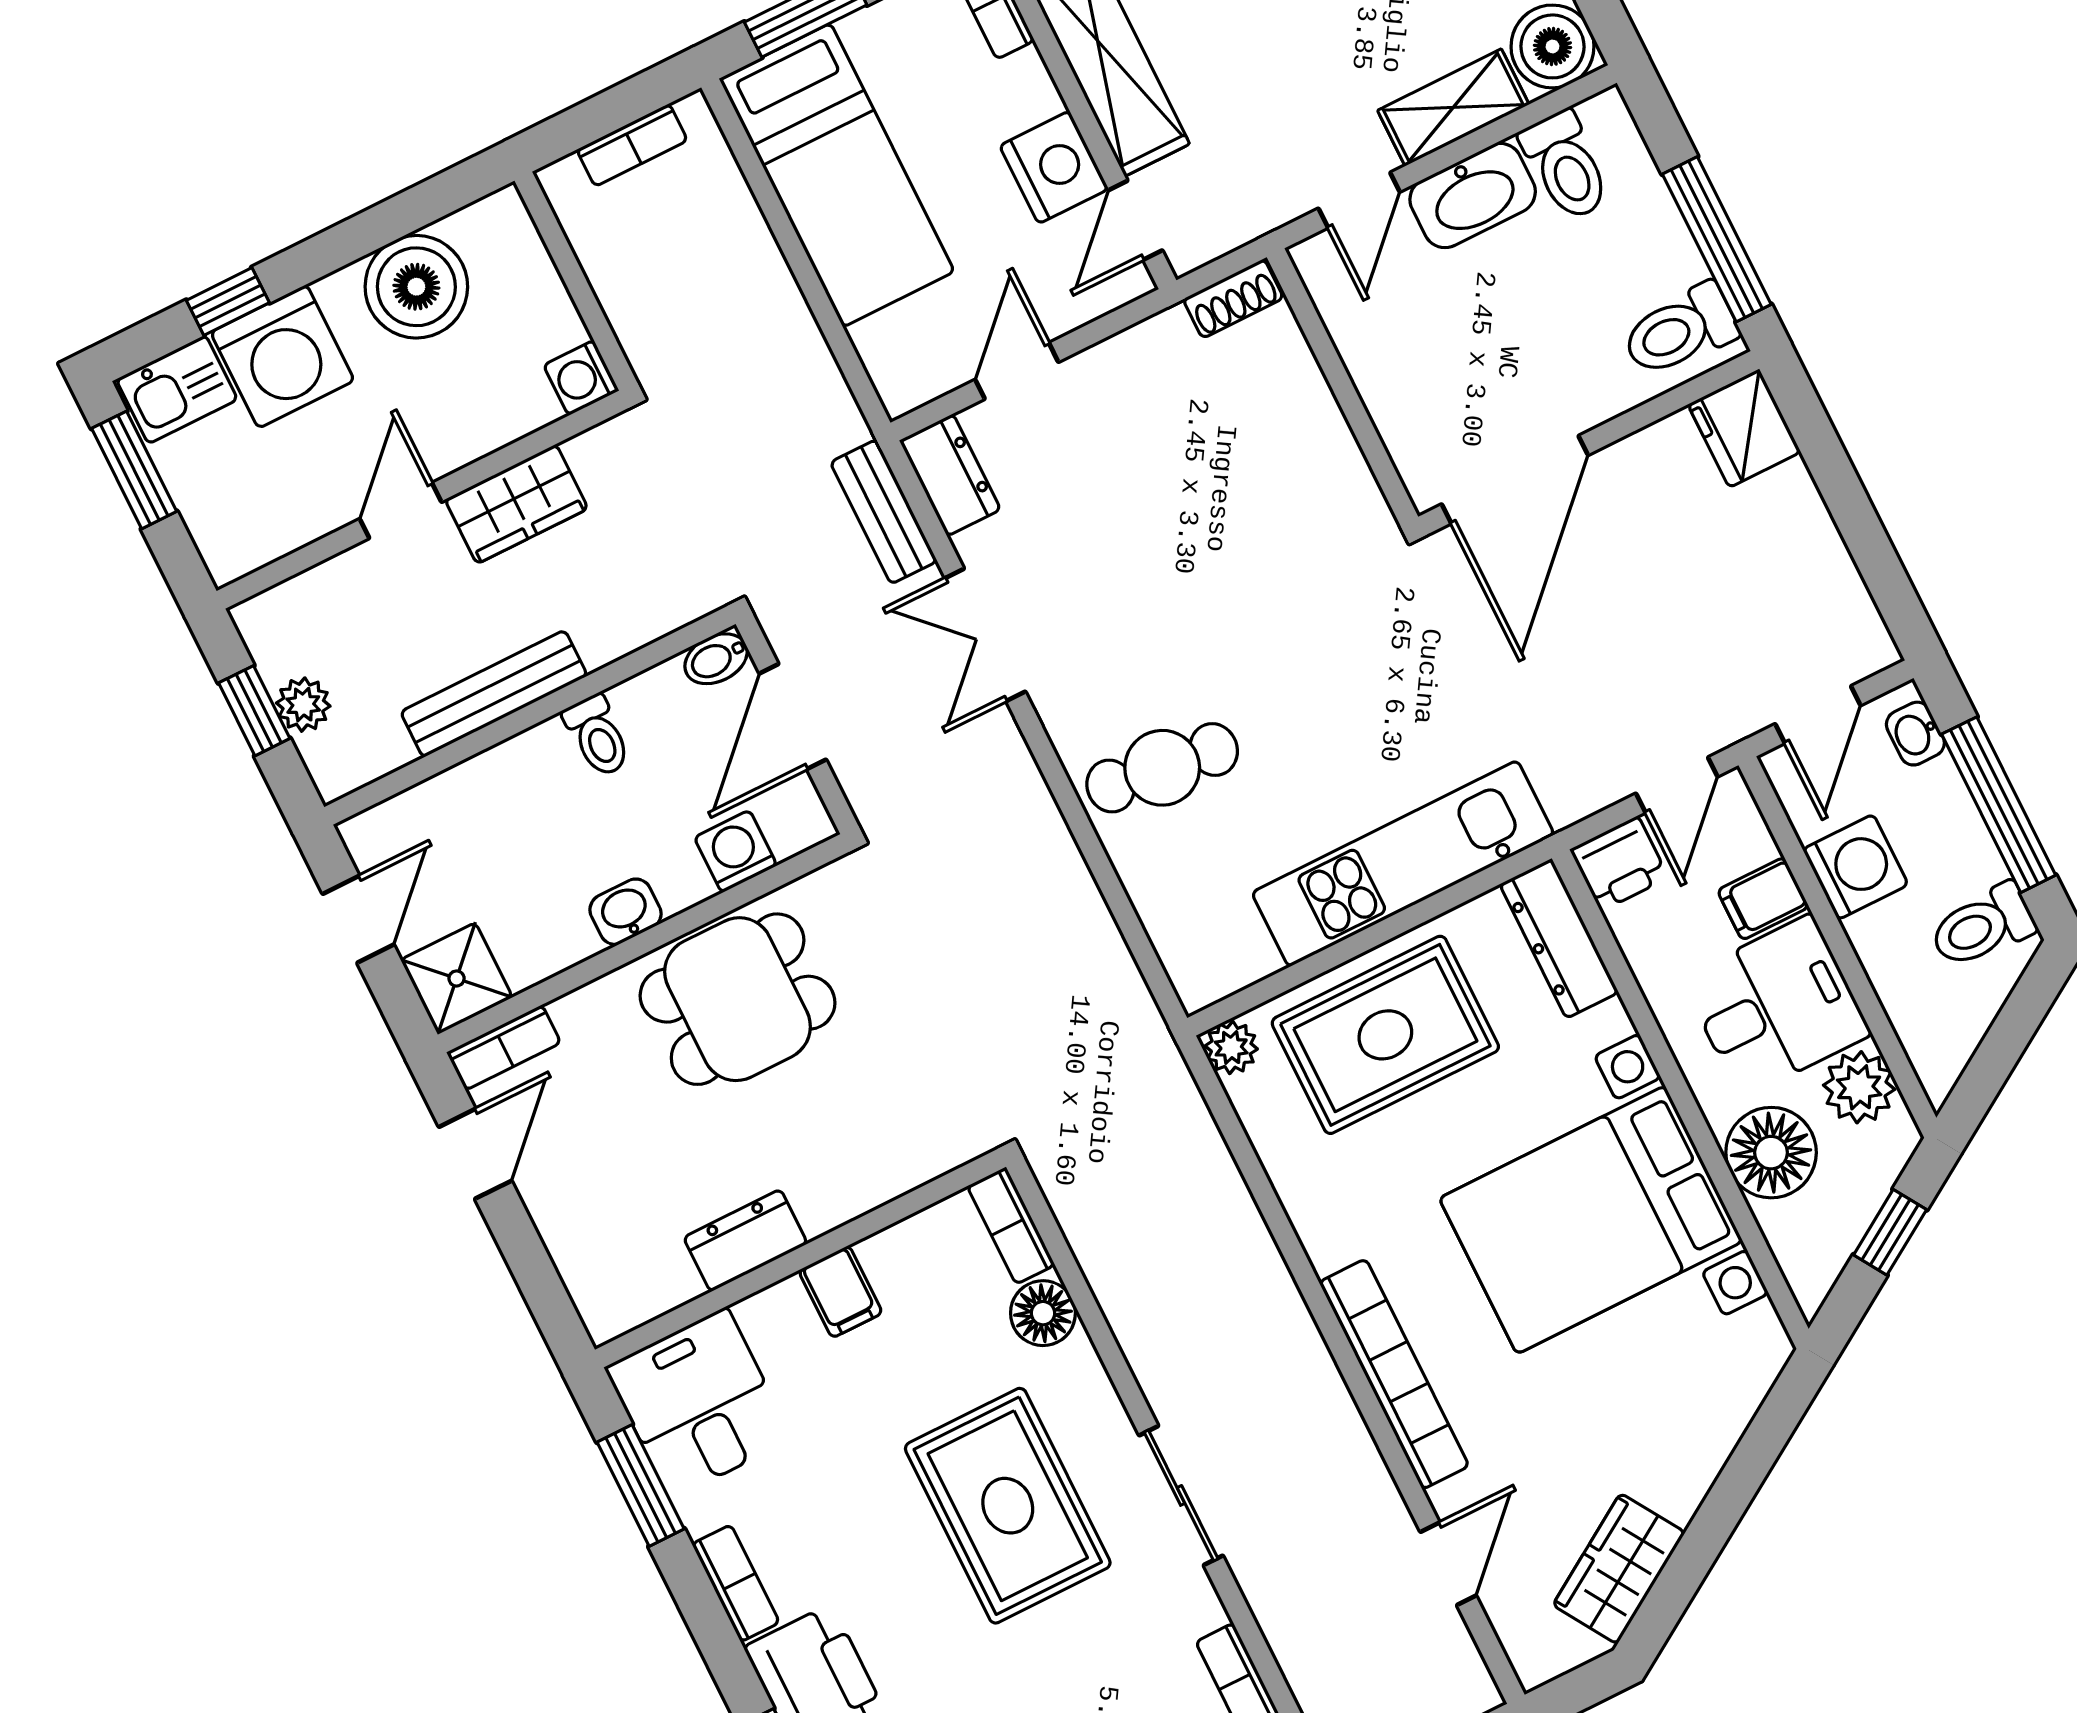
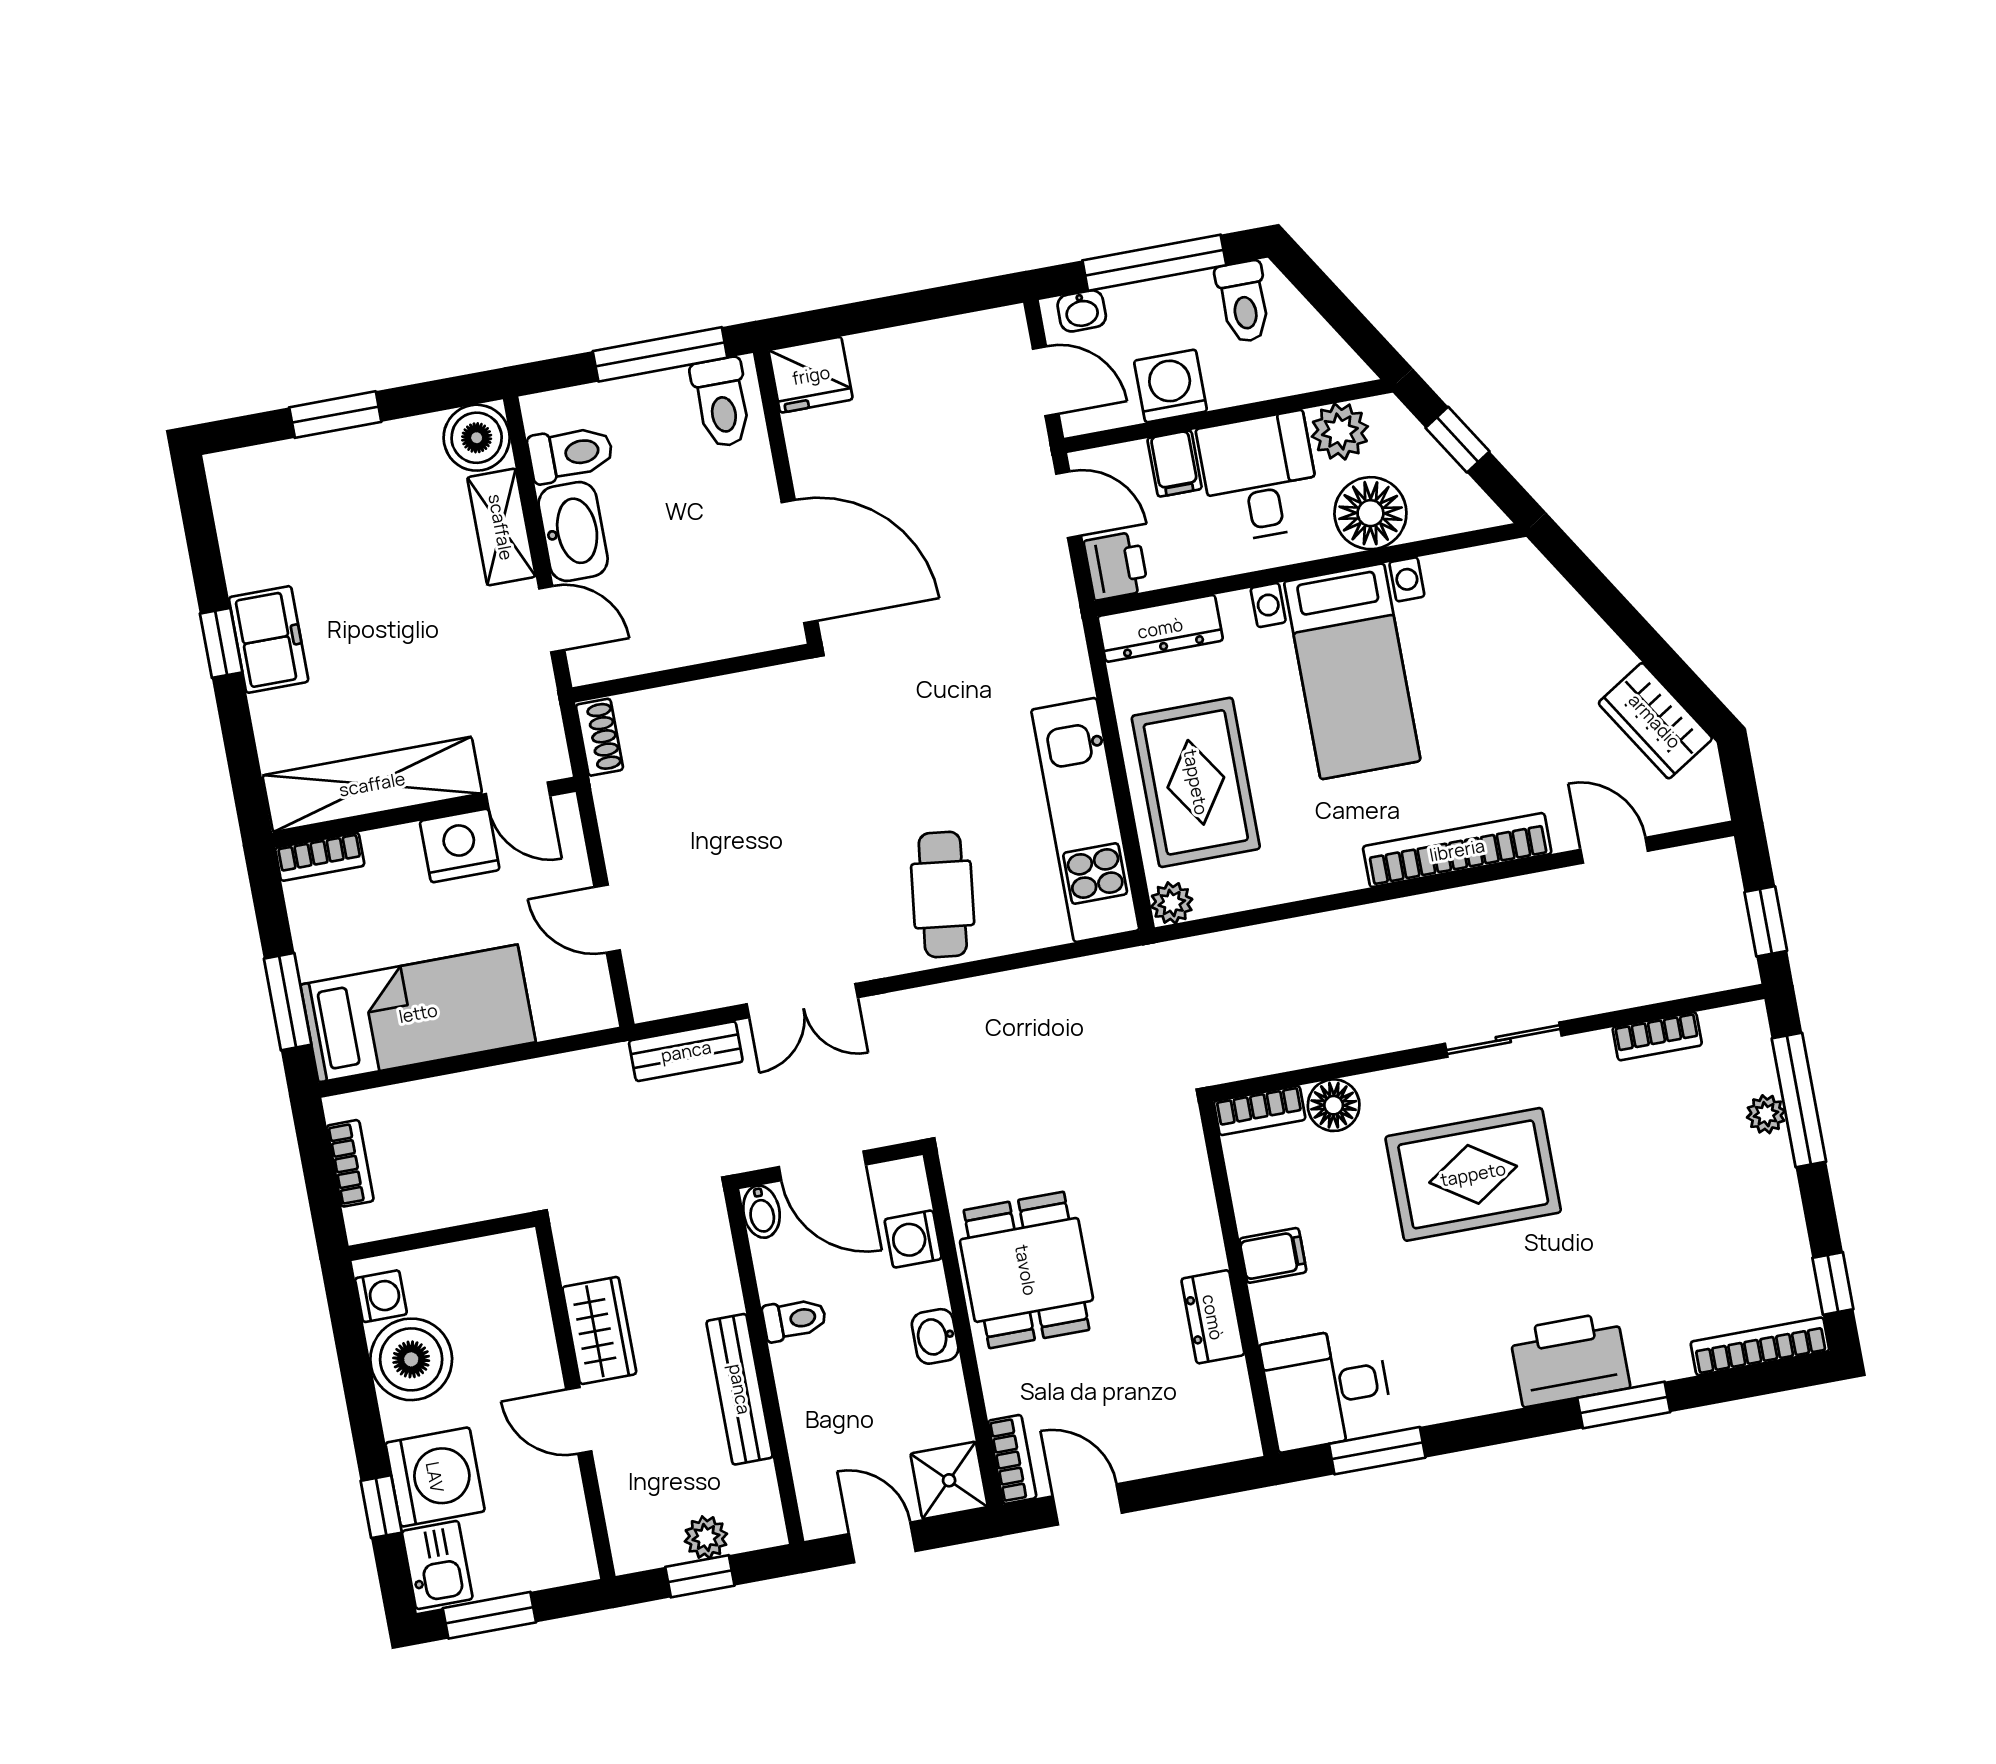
washing machine: (581, 378) -> (381, 1296), moved, turned -90
dresser: (950, 475) -> (672, 992), removed
kitchen unit: (1403, 864) -> (1085, 820), moved
bed with nightstands: (1591, 1220) -> (1352, 671), width x0.73
bookcase: (736, 1583) -> (1473, 1399), removed

